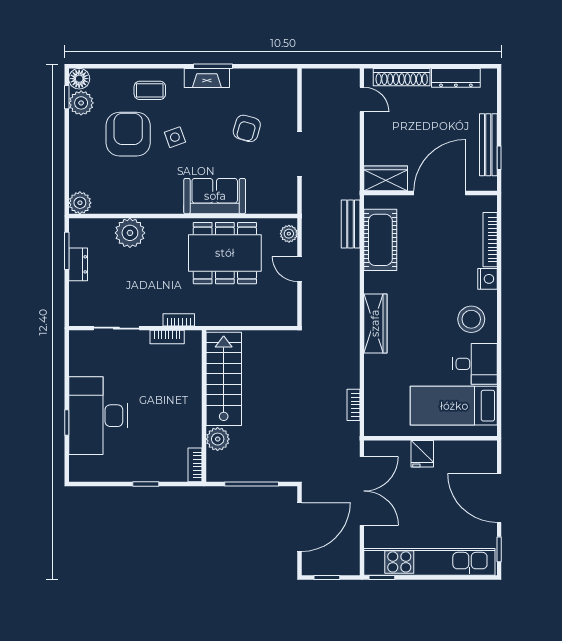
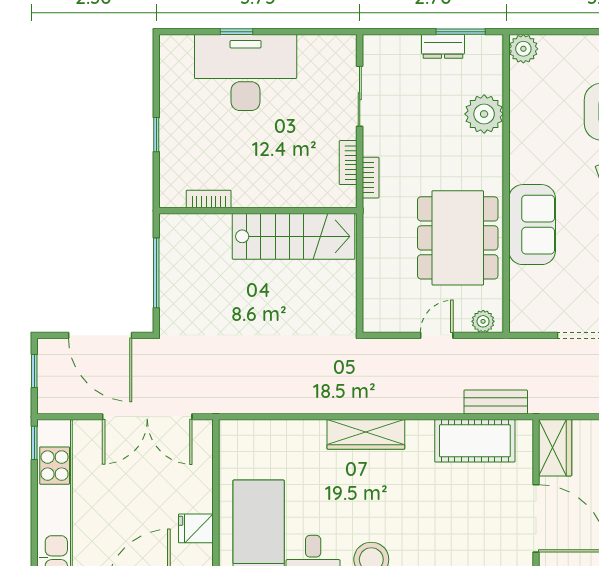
bookcase: (354, 405) -> (260, 406), removed
plant: (218, 439) -> (215, 229), removed
fridge: (422, 454) -> (196, 528), moved
bookcase: (195, 465) -> (209, 199), moved

